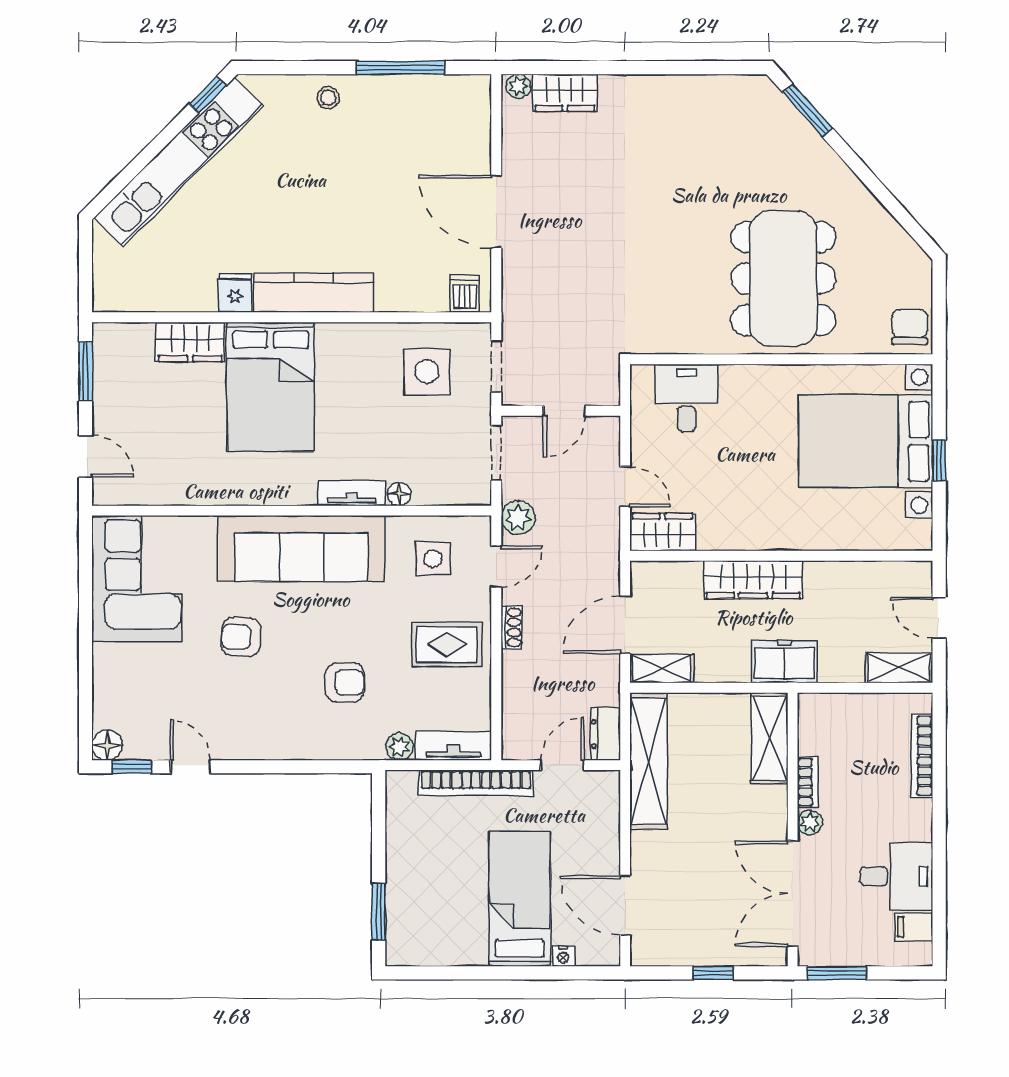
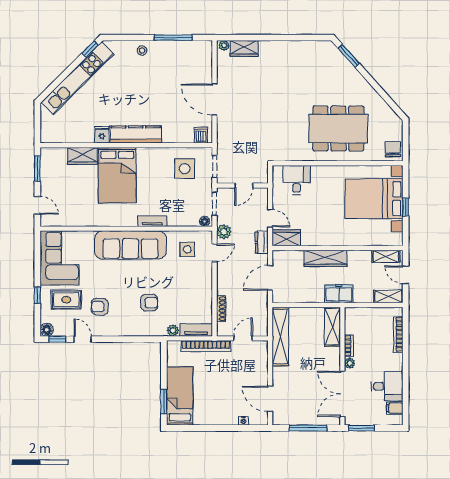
dining table: (783, 279) -> (338, 129), turned 90
floor lamp: (399, 494) -> (205, 221), moved
shoe rack: (512, 627) -> (221, 309), moved, width x1.43
armchair: (241, 637) -> (100, 307), moved
rug: (447, 645) -> (66, 300), moved
window: (86, 665) -> (37, 295), added
shelving: (662, 669) -> (386, 256), moved
dresser: (605, 734) -> (262, 242), moved
bed: (520, 899) -> (180, 396), moved
window: (713, 973) -> (308, 428), width x2.17

